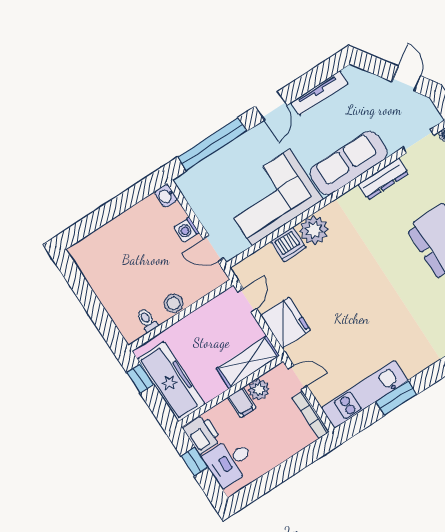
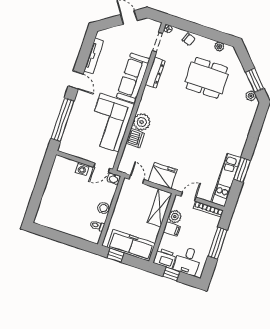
washbasin: (166, 196) -> (114, 179), moved
window: (287, 469) -> (218, 243), added

